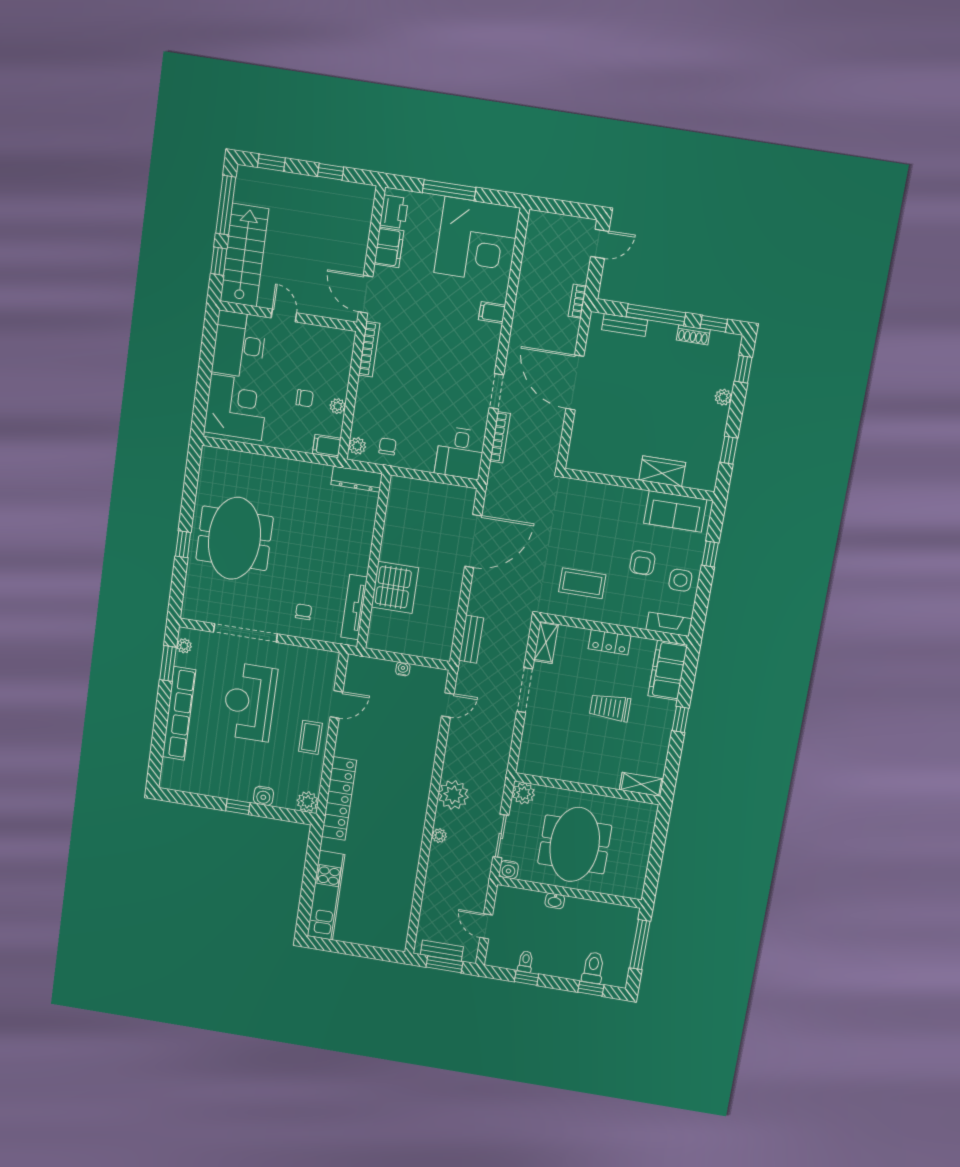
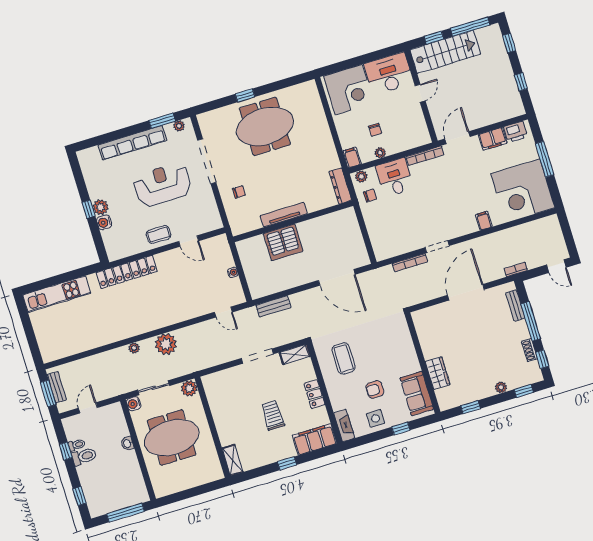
desk: (460, 453) -> (395, 177), moved, turned 90
tv unit: (354, 607) -> (284, 215), moved
plant: (308, 802) -> (101, 207), moved
toilet: (593, 968) -> (84, 456), moved

